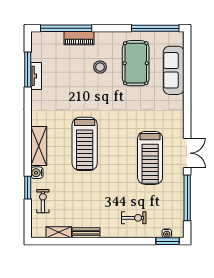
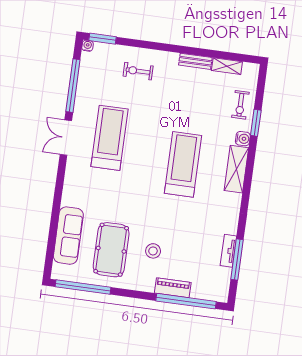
water cooler: (167, 233) -> (88, 46), moved

